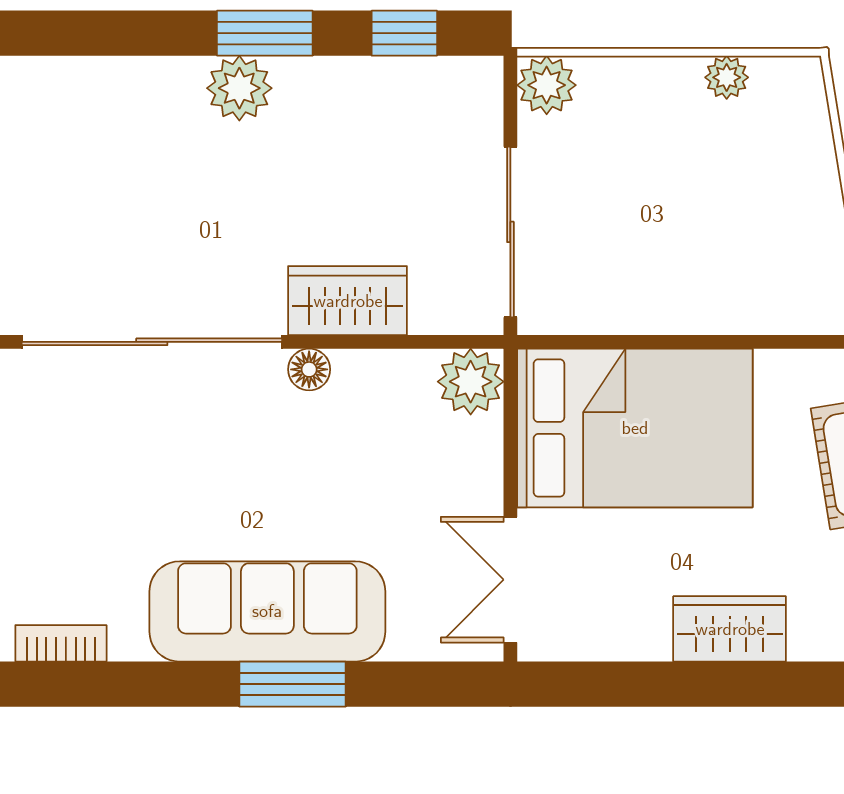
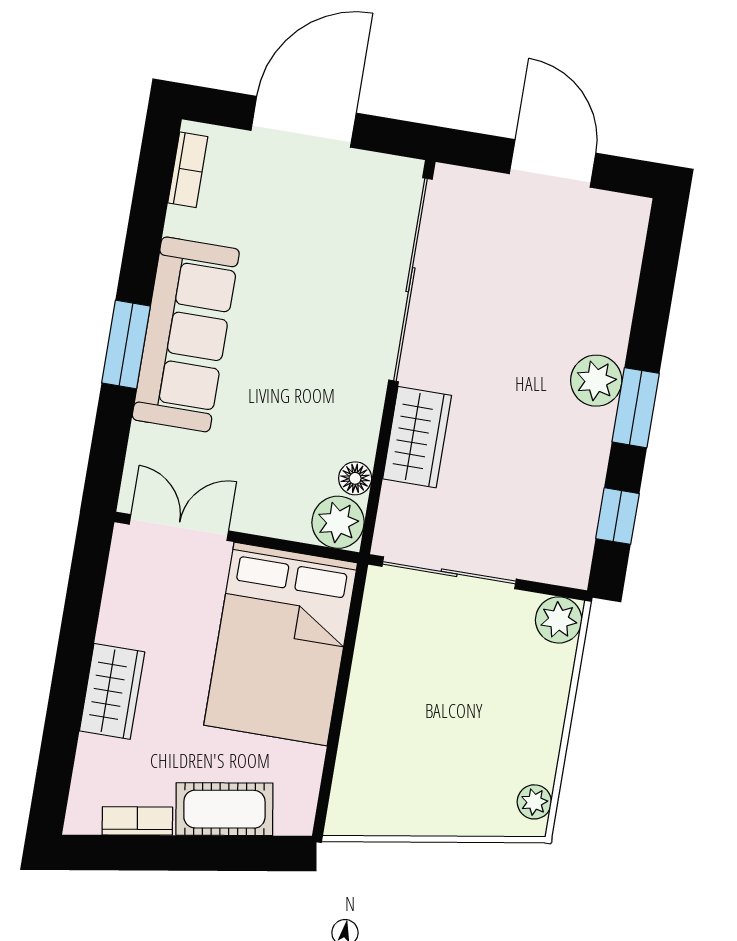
plant: (727, 77) -> (534, 802), moved
floor lamp: (309, 369) -> (355, 478), moved

